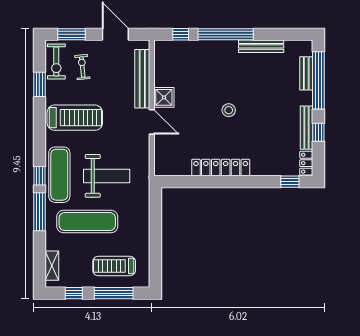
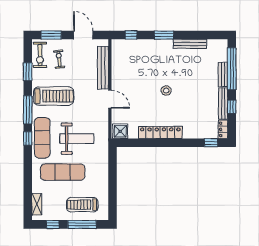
window: (226, 34) -> (164, 35), width x0.47
bench: (306, 73) -> (223, 74), moved
shower: (164, 97) -> (120, 131), moved
window: (39, 212) -> (28, 110), moved

